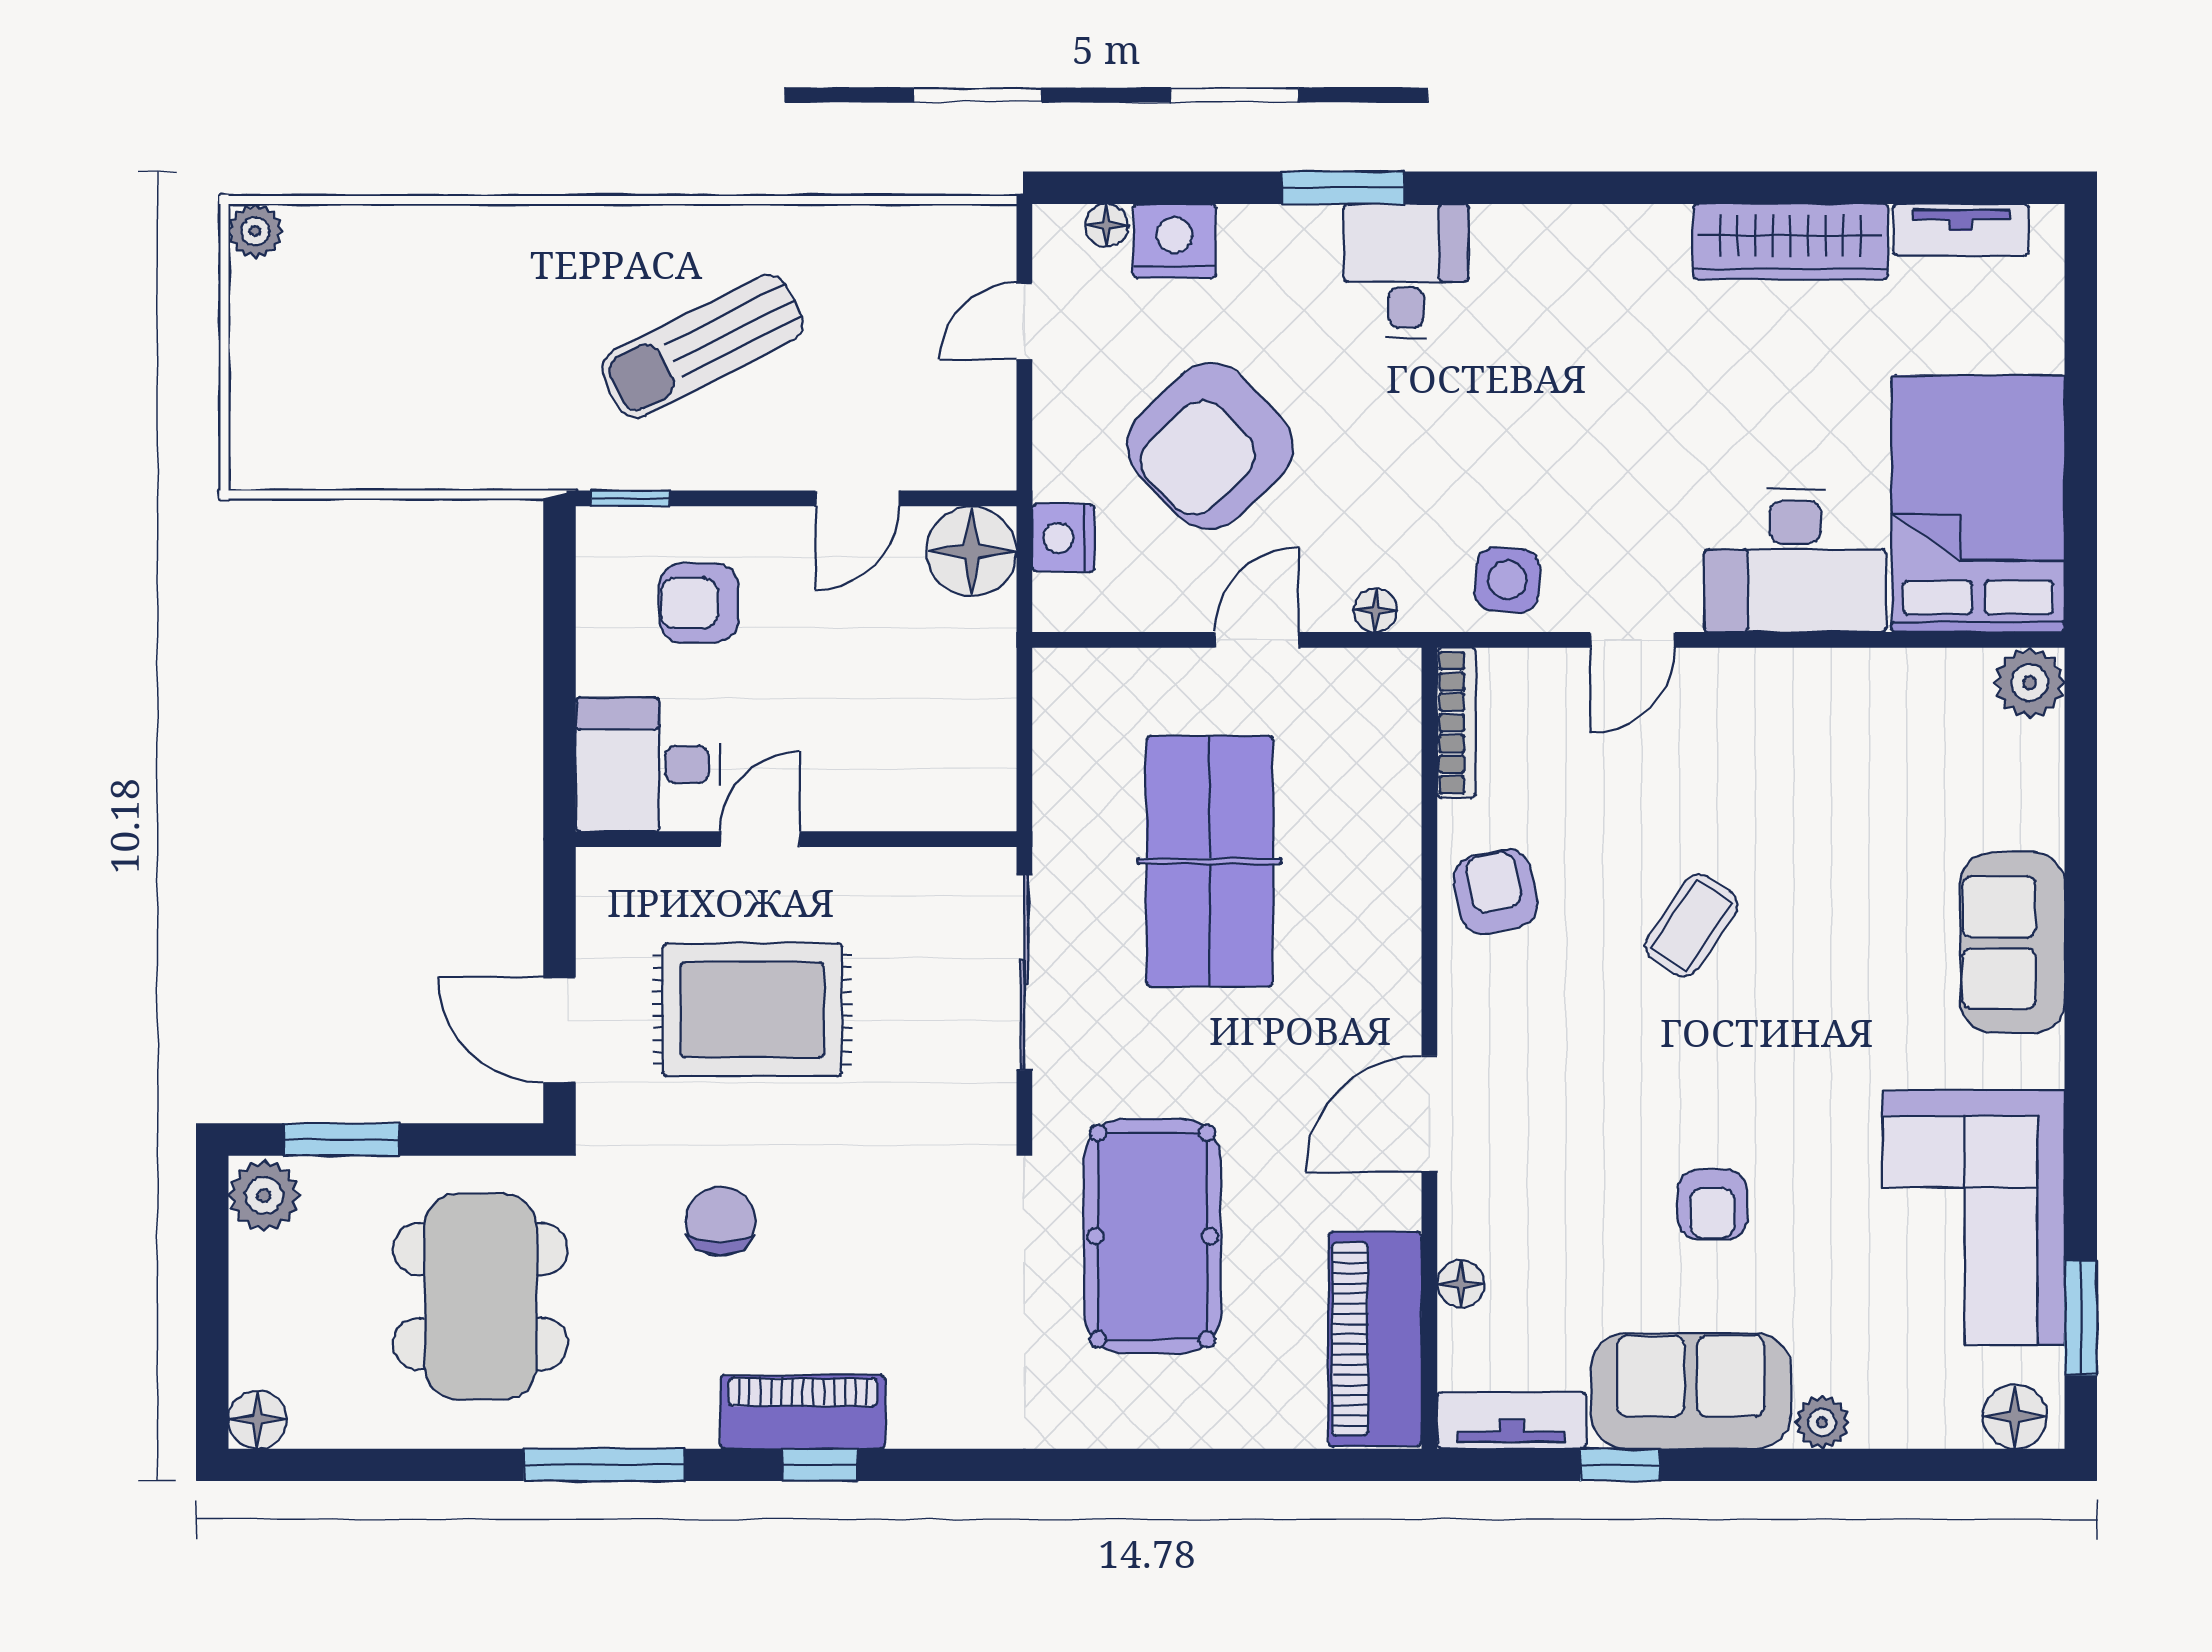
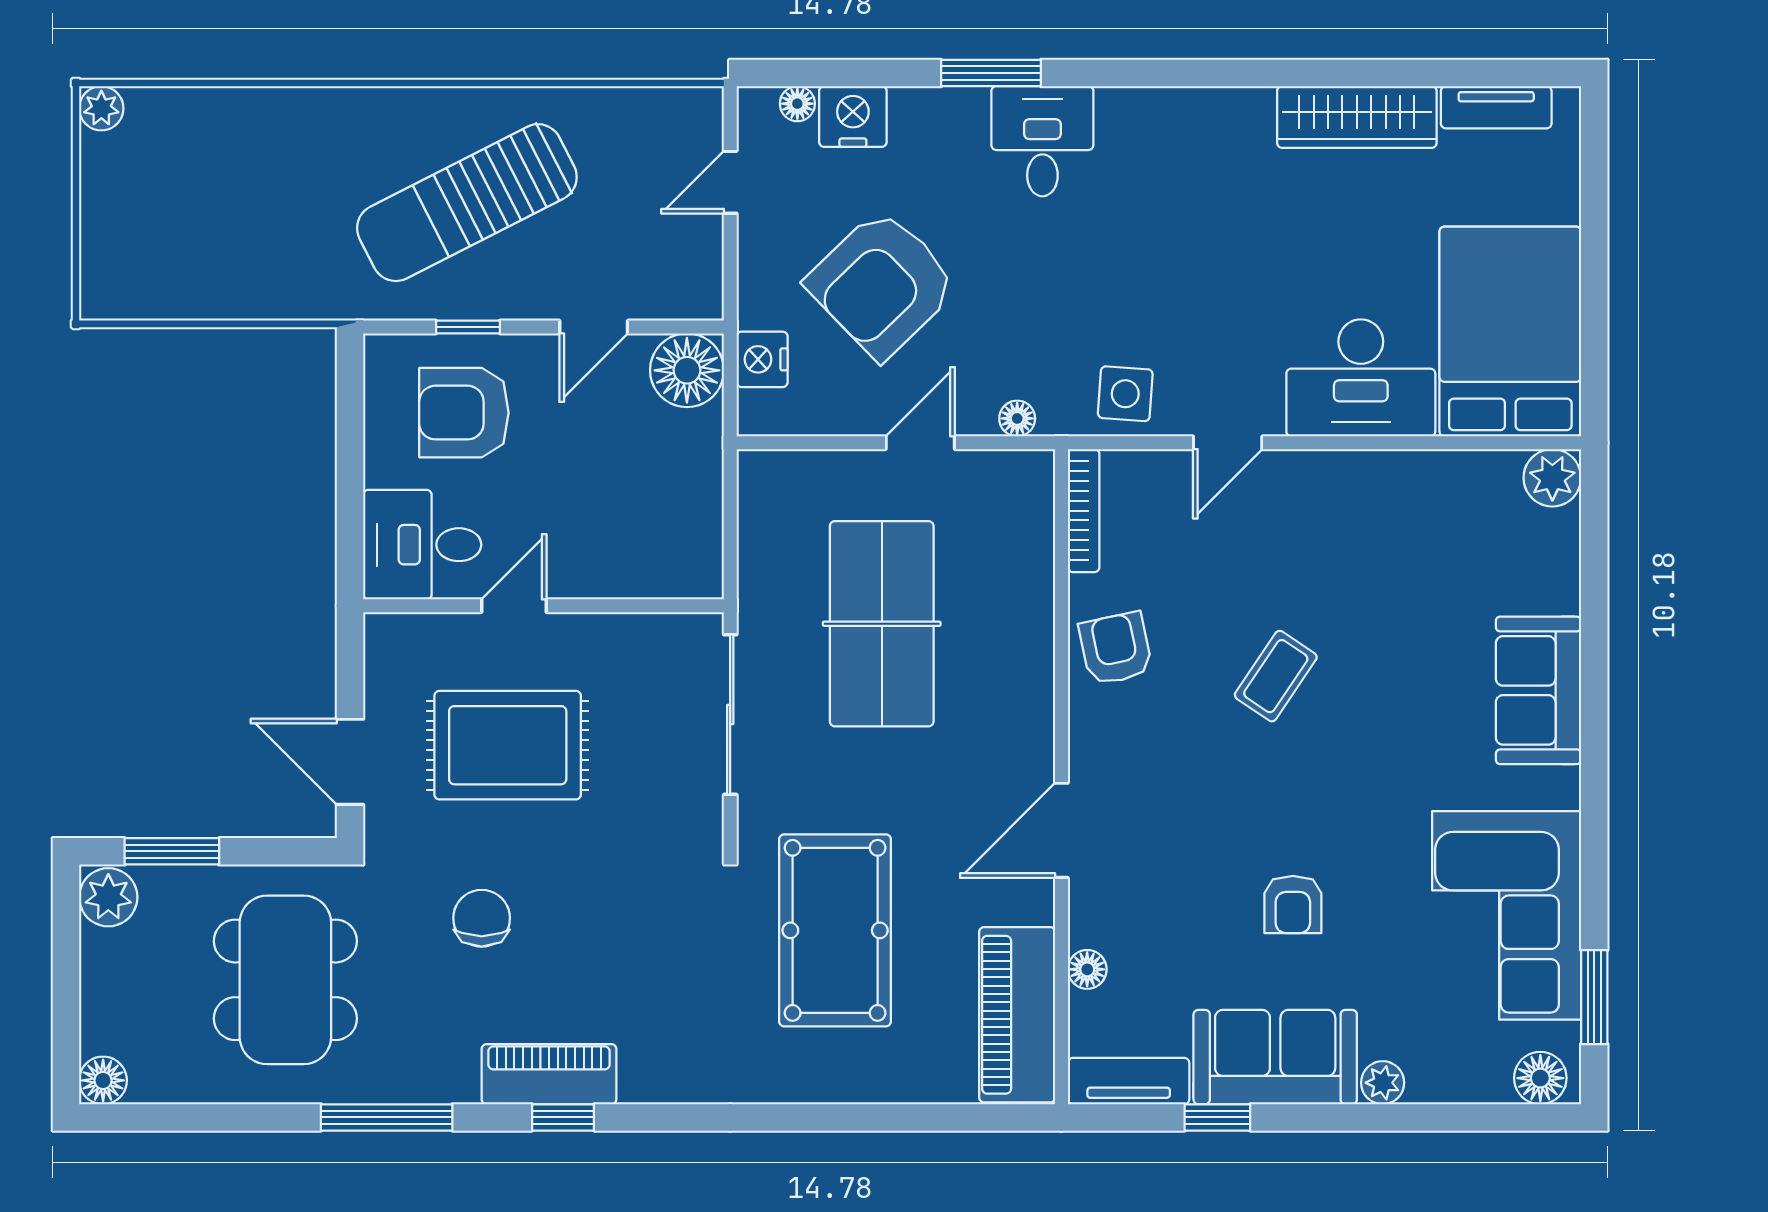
sun lounger: (702, 346) -> (467, 203), width x1.36, depth x1.34
window: (631, 498) -> (468, 327), moved
armchair: (699, 603) -> (464, 413), width x1.38, depth x1.38

